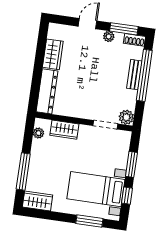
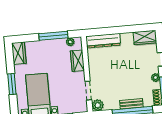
wardrobe: (53, 54) -> (145, 37), moved
window: (23, 171) -> (53, 36), moved
window: (89, 221) -> (12, 84), moved

